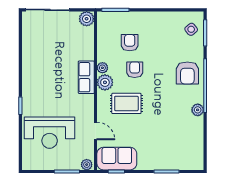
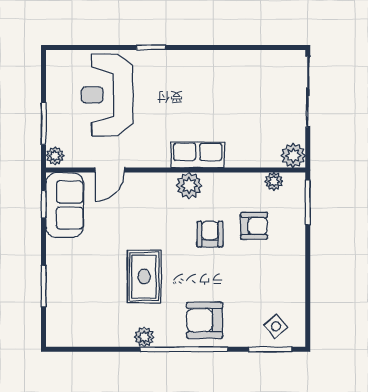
plant: (102, 68) -> (274, 181), moved
armchair: (135, 70) -> (210, 234), turned -90
rug: (126, 103) -> (144, 277), moved

